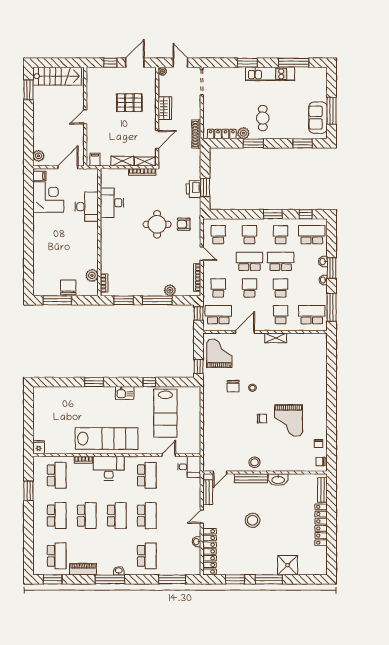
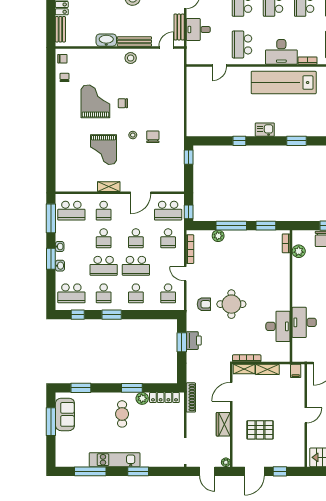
grand piano: (219, 353) -> (103, 150), moved
lab bench: (165, 413) -> (223, 109), removed
desk: (189, 467) -> (198, 30), moved

